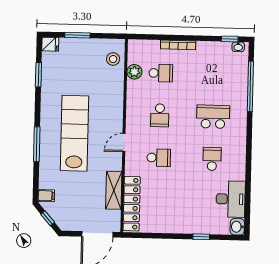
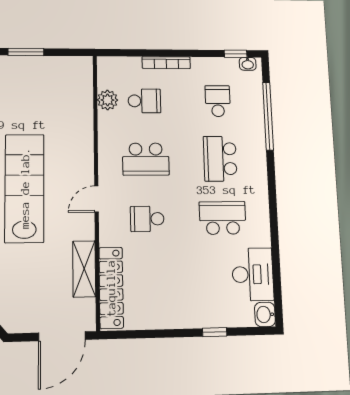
stool: (113, 59) -> (77, 83), removed
school desk: (214, 74) -> (218, 101), added
school desk: (160, 115) -> (146, 159), width x1.85
school desk: (213, 117) -> (220, 159), turned -90
school desk: (159, 158) -> (147, 219), turned 180
school desk: (212, 159) -> (223, 218), width x1.85

